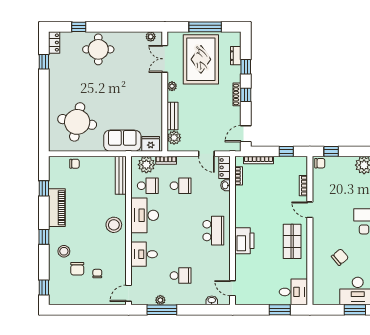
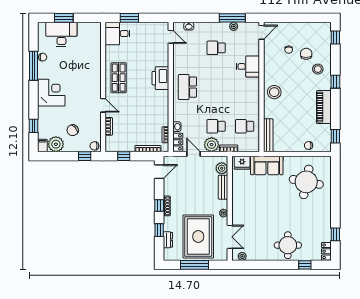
plant: (146, 165) -> (212, 145), moved
window: (44, 188) -> (335, 136), moved
desk: (145, 215) -> (247, 100), removed
chair: (340, 257) -> (73, 130), moved

